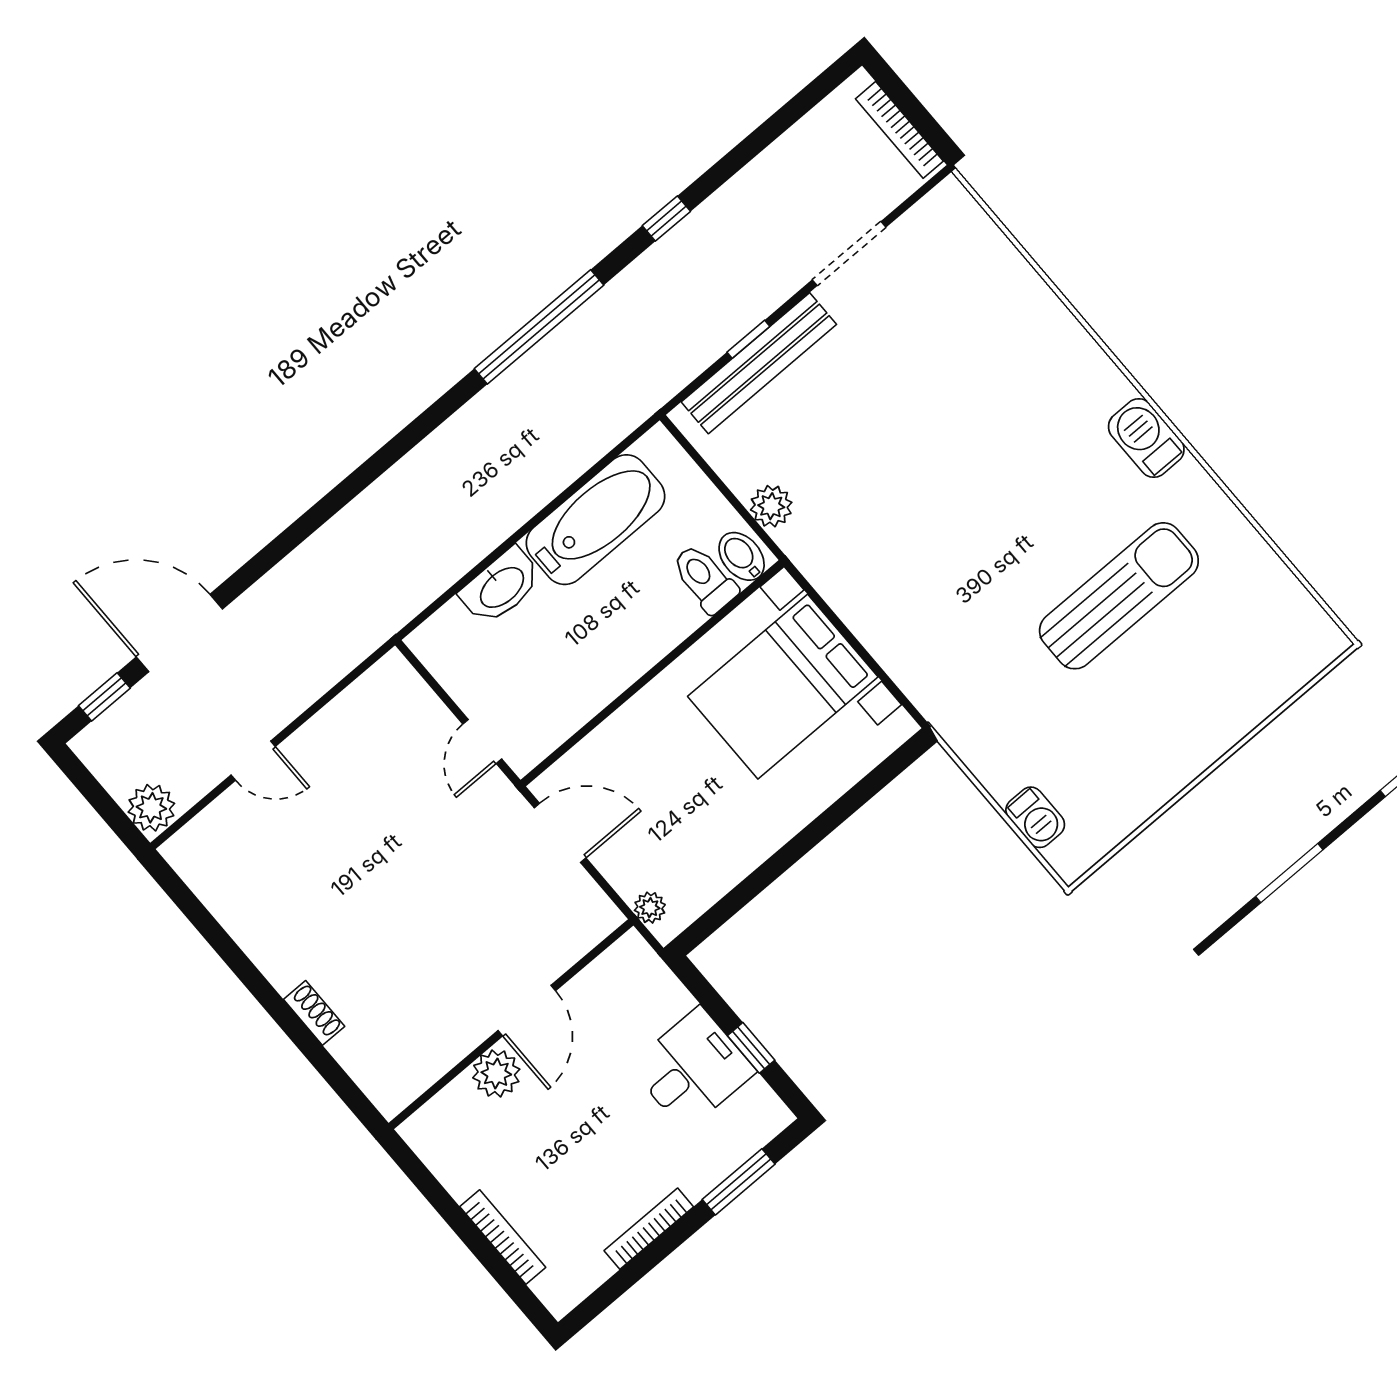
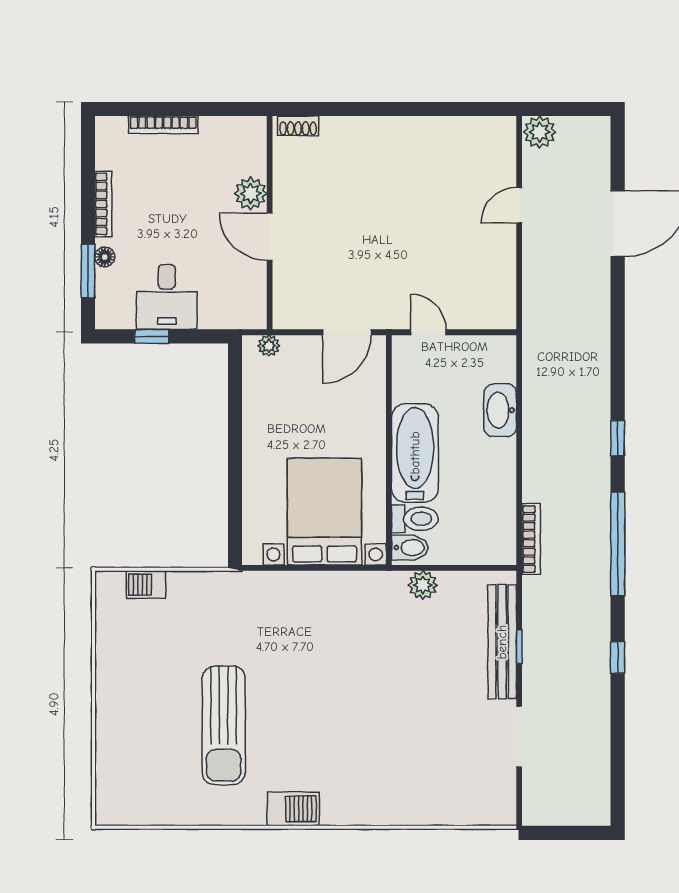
bookcase: (899, 130) -> (531, 539), moved, turned 90
bathtub: (596, 520) -> (415, 453), moved, turned 180
window: (104, 697) -> (618, 438), moved
shoe rack: (314, 1013) -> (298, 126), moved
floor lamp: (707, 1176) -> (105, 257), added

